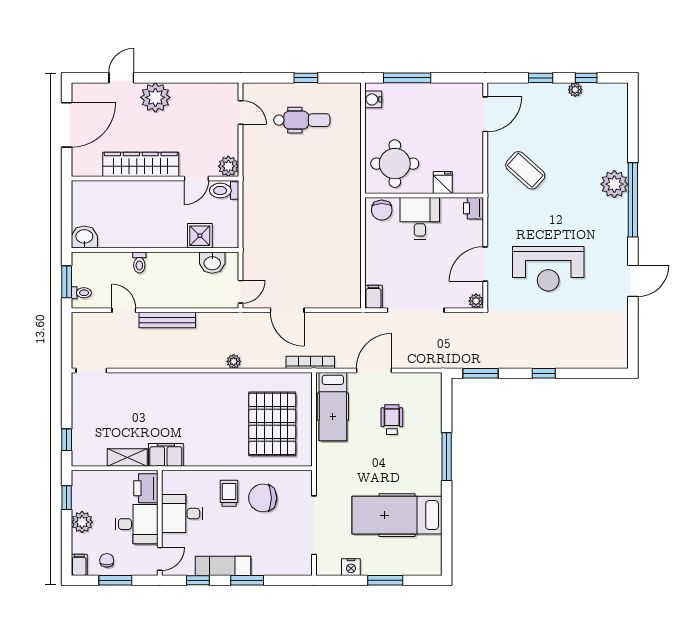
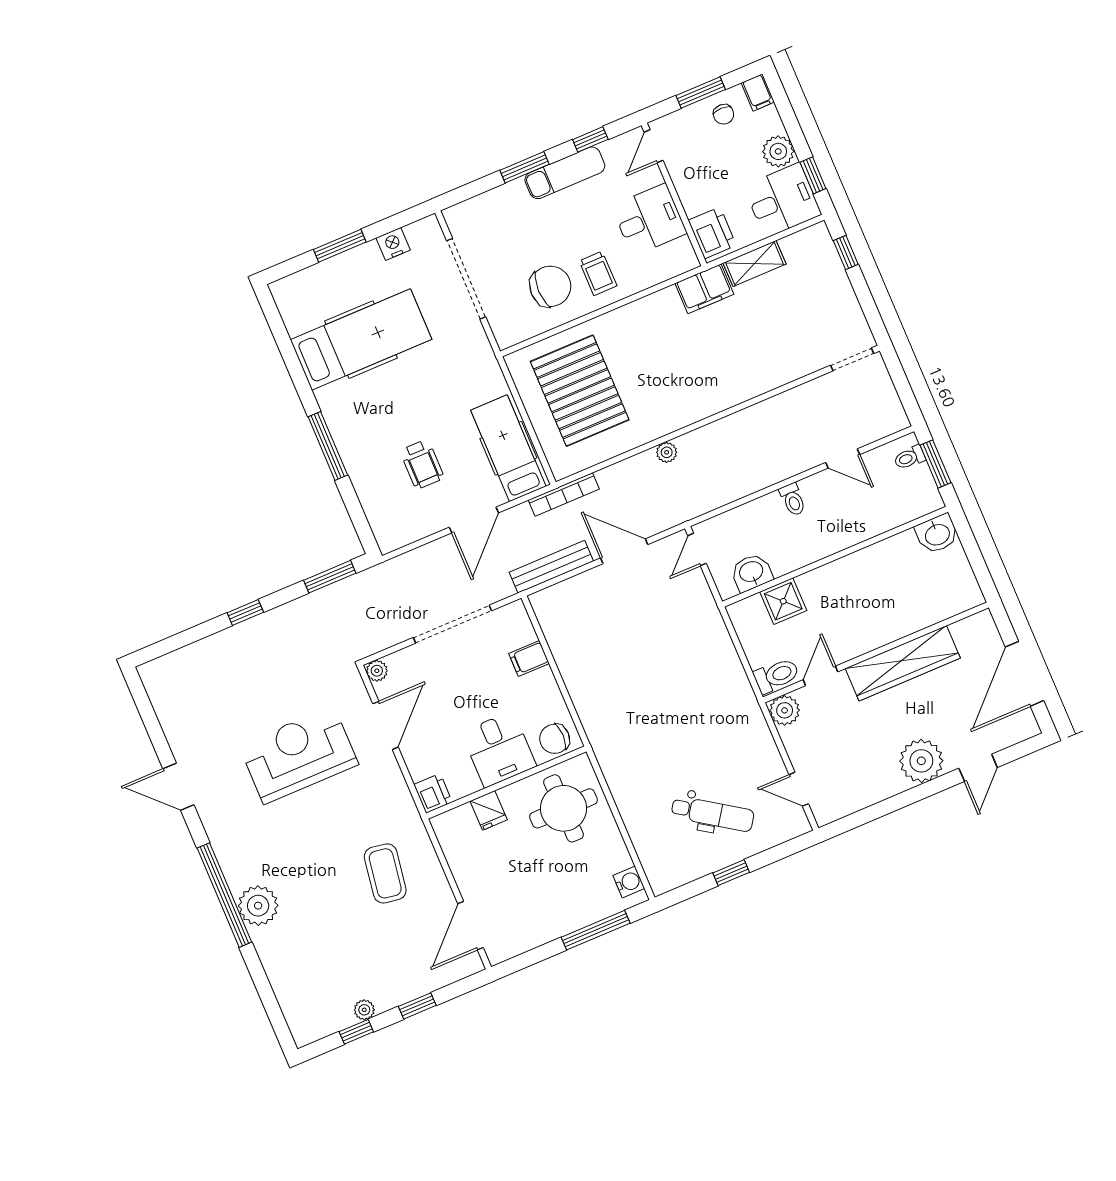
dental chair: (302, 120) -> (713, 814), turned -146
coffee table: (525, 170) -> (385, 873), turned 57
chair: (382, 210) -> (555, 739), turned -90
toilet: (139, 262) -> (793, 499), moved, turned 180
door: (633, 281) -> (178, 787), hinge flipped
filing cabinet: (373, 297) -> (529, 658), moved, turned 90
bench: (167, 320) -> (551, 567), moved
desk: (136, 524) -> (782, 200), moved, turned 180

